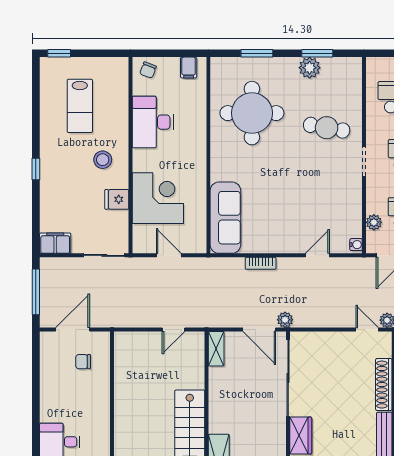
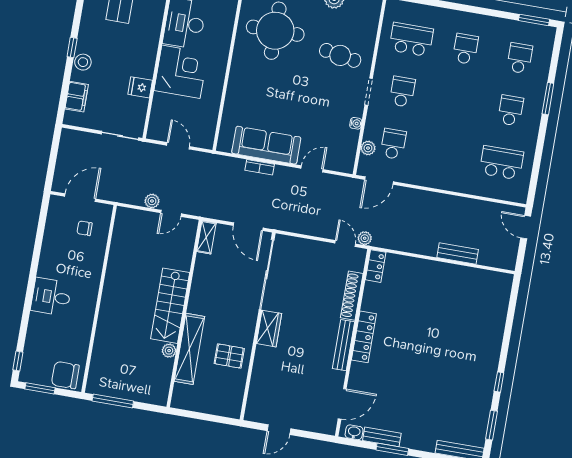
stool: (103, 160) -> (83, 62), moved
corner desk: (158, 198) -> (181, 72), moved
sofa: (225, 218) -> (266, 145), moved, turned -90
filing cabinet: (55, 243) -> (77, 97), moved, turned 90
water cooler: (356, 245) -> (356, 123), moved
window: (36, 292) -> (53, 158), removed
plant: (285, 320) -> (152, 201), moved

